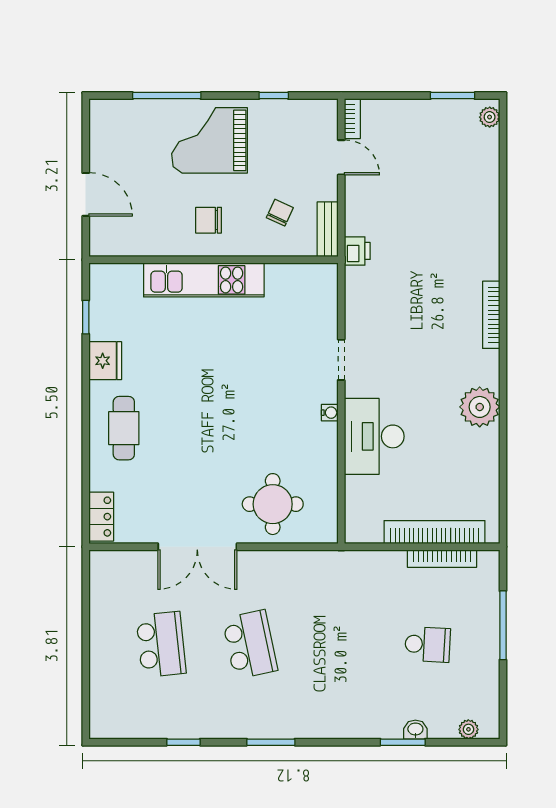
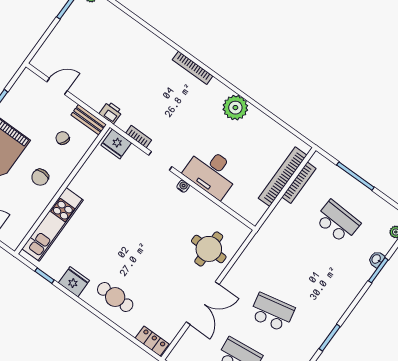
bookcase: (352, 119) -> (139, 137), moved
kitchen unit: (204, 280) -> (53, 224), moved
fridge: (322, 287) -> (116, 144), added
school desk: (428, 644) -> (337, 222), width x1.85

